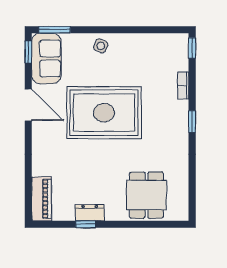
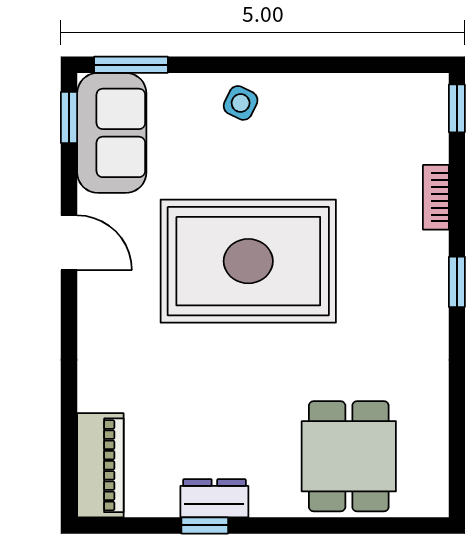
door: (28, 105) -> (69, 243), width x0.73

